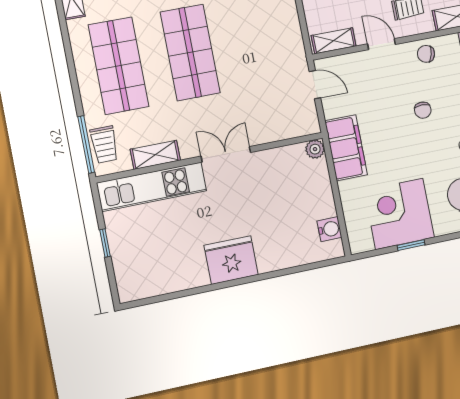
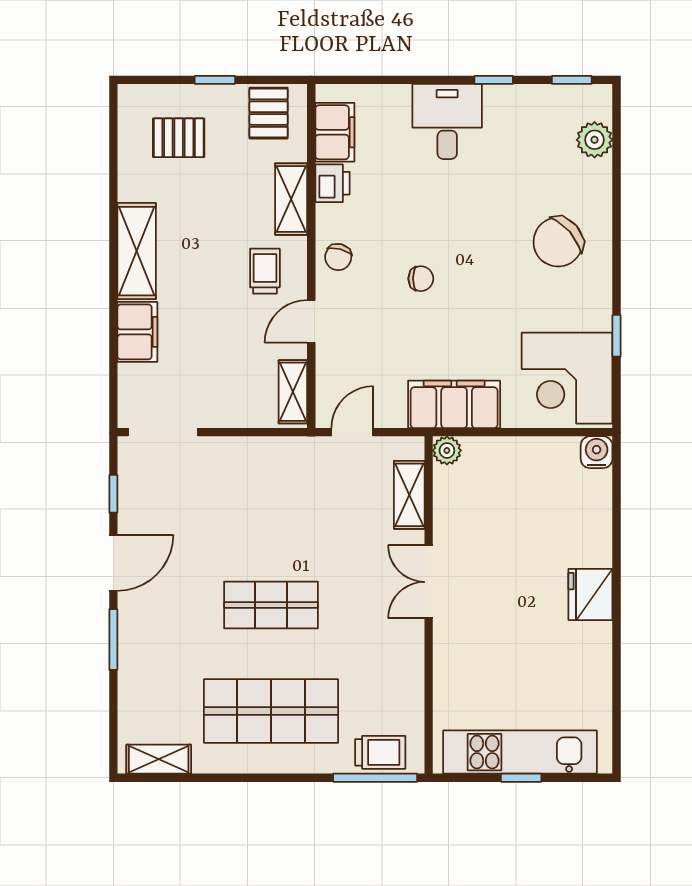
shop shelf: (190, 52) -> (271, 605), width x0.70, depth x0.74
shelving: (155, 155) -> (409, 495), moved
kitchen unit: (152, 187) -> (520, 752), moved, turned -90
corner desk: (399, 214) -> (567, 378), moved
water cooler: (329, 229) -> (597, 452), moved
fridge: (231, 260) -> (590, 594), width x0.73, depth x0.75

